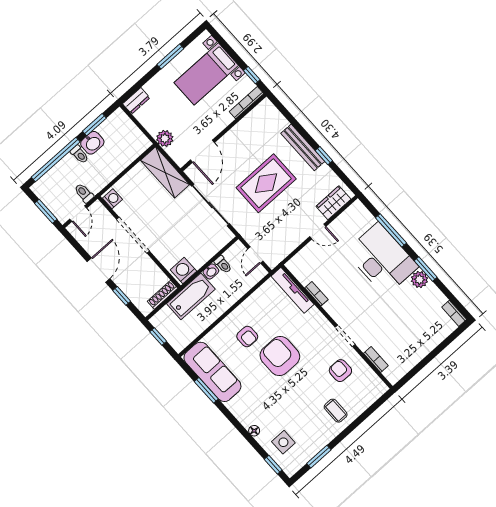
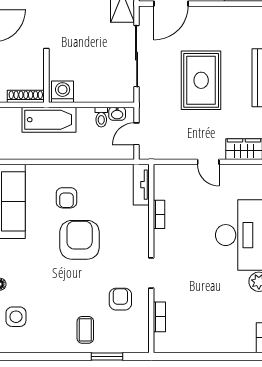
rug: (266, 183) -> (201, 80), turned 90
washbasin: (211, 271) -> (117, 114), moved
tv unit: (293, 290) -> (141, 185), width x0.71
window: (319, 457) -> (107, 356), moved

